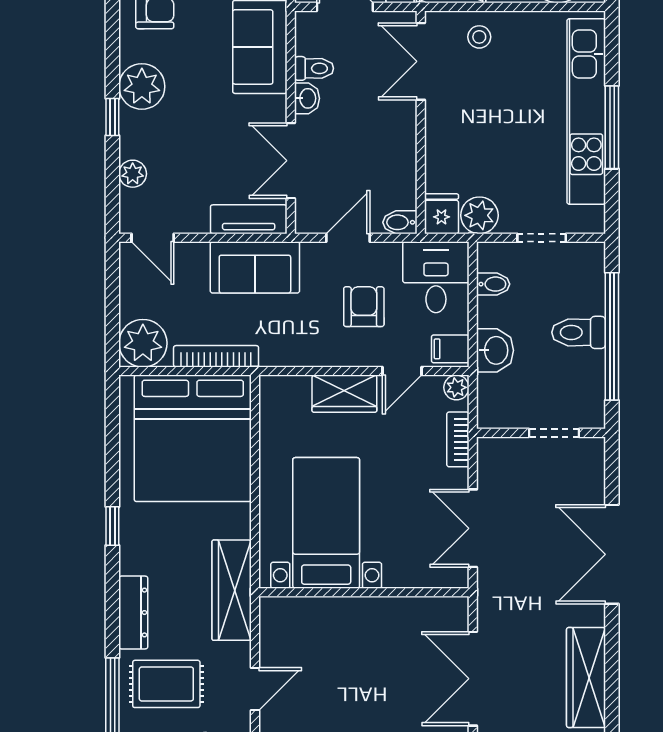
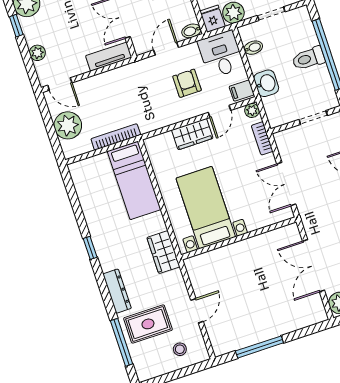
sofa: (255, 267) -> (121, 82), removed
plant: (143, 343) -> (68, 125), moved
bed: (193, 438) -> (134, 180), width x0.49
wardrobe: (232, 590) -> (163, 252), width x0.67

